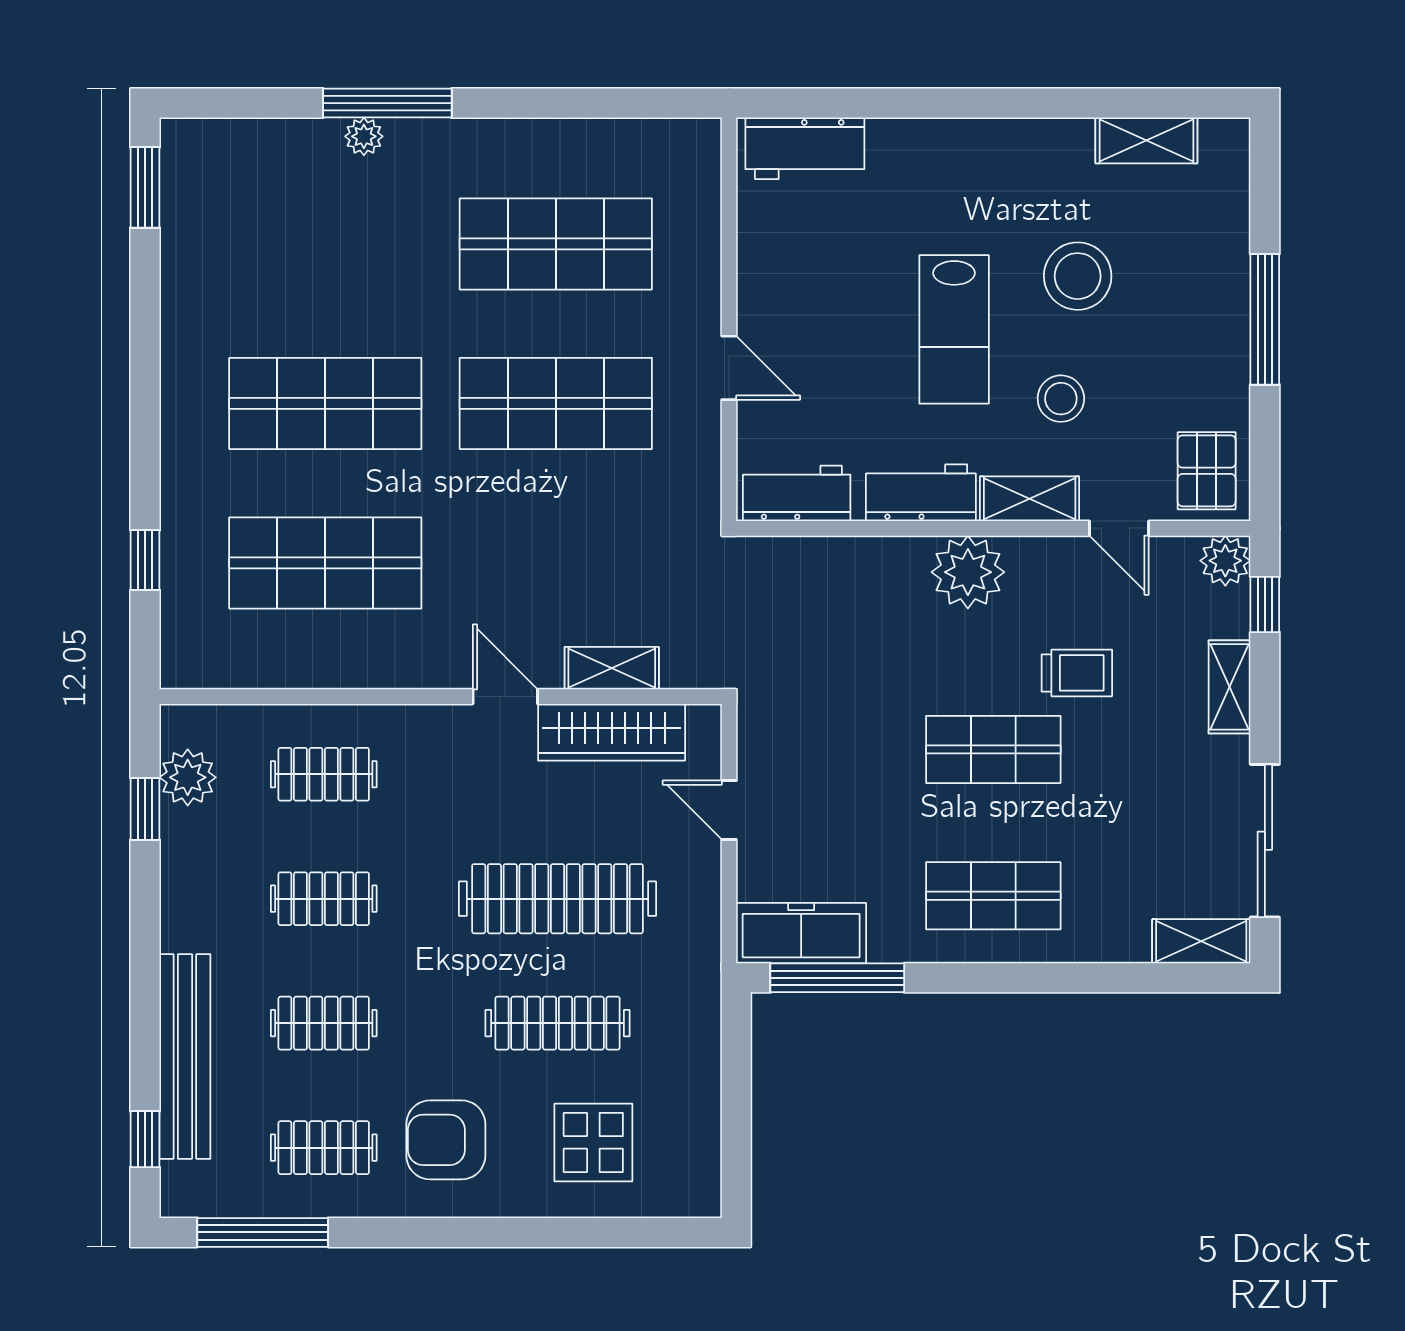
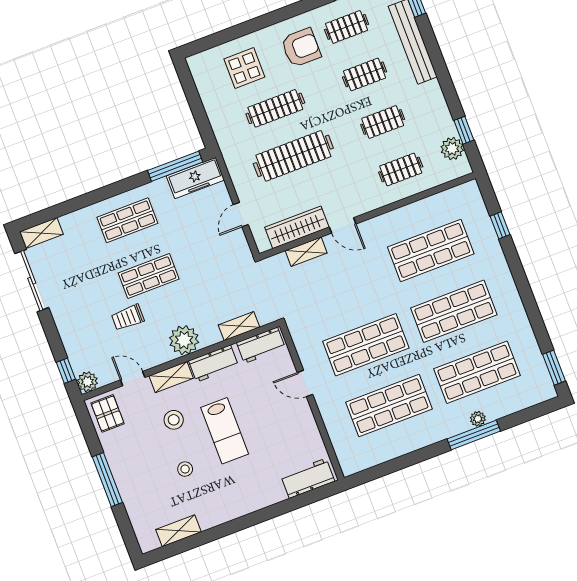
shop shelf: (325, 244) -> (477, 372), added
stool: (1078, 276) -> (185, 469), width x0.53, depth x0.53
lab bench: (954, 329) -> (225, 431), turned 180
shelving: (1229, 687) -> (239, 326), moved, turned 90
door: (729, 810) -> (241, 215), swing flipped

